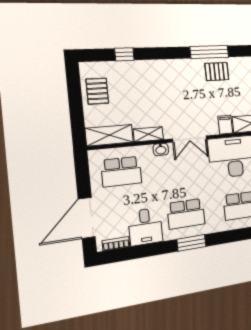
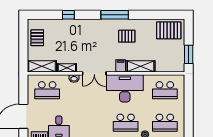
window: (124, 54) -> (68, 15), moved
pallet: (217, 72) -> (127, 36), moved
school desk: (186, 214) -> (86, 123), removed

